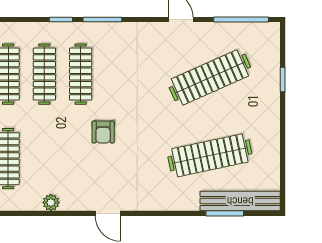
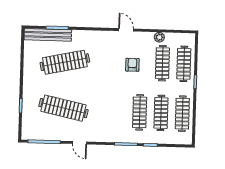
clothes rail: (210, 77) -> (63, 108), turned 36
armchair: (103, 132) -> (132, 65), moved
clothes rail: (44, 159) -> (162, 63), added

